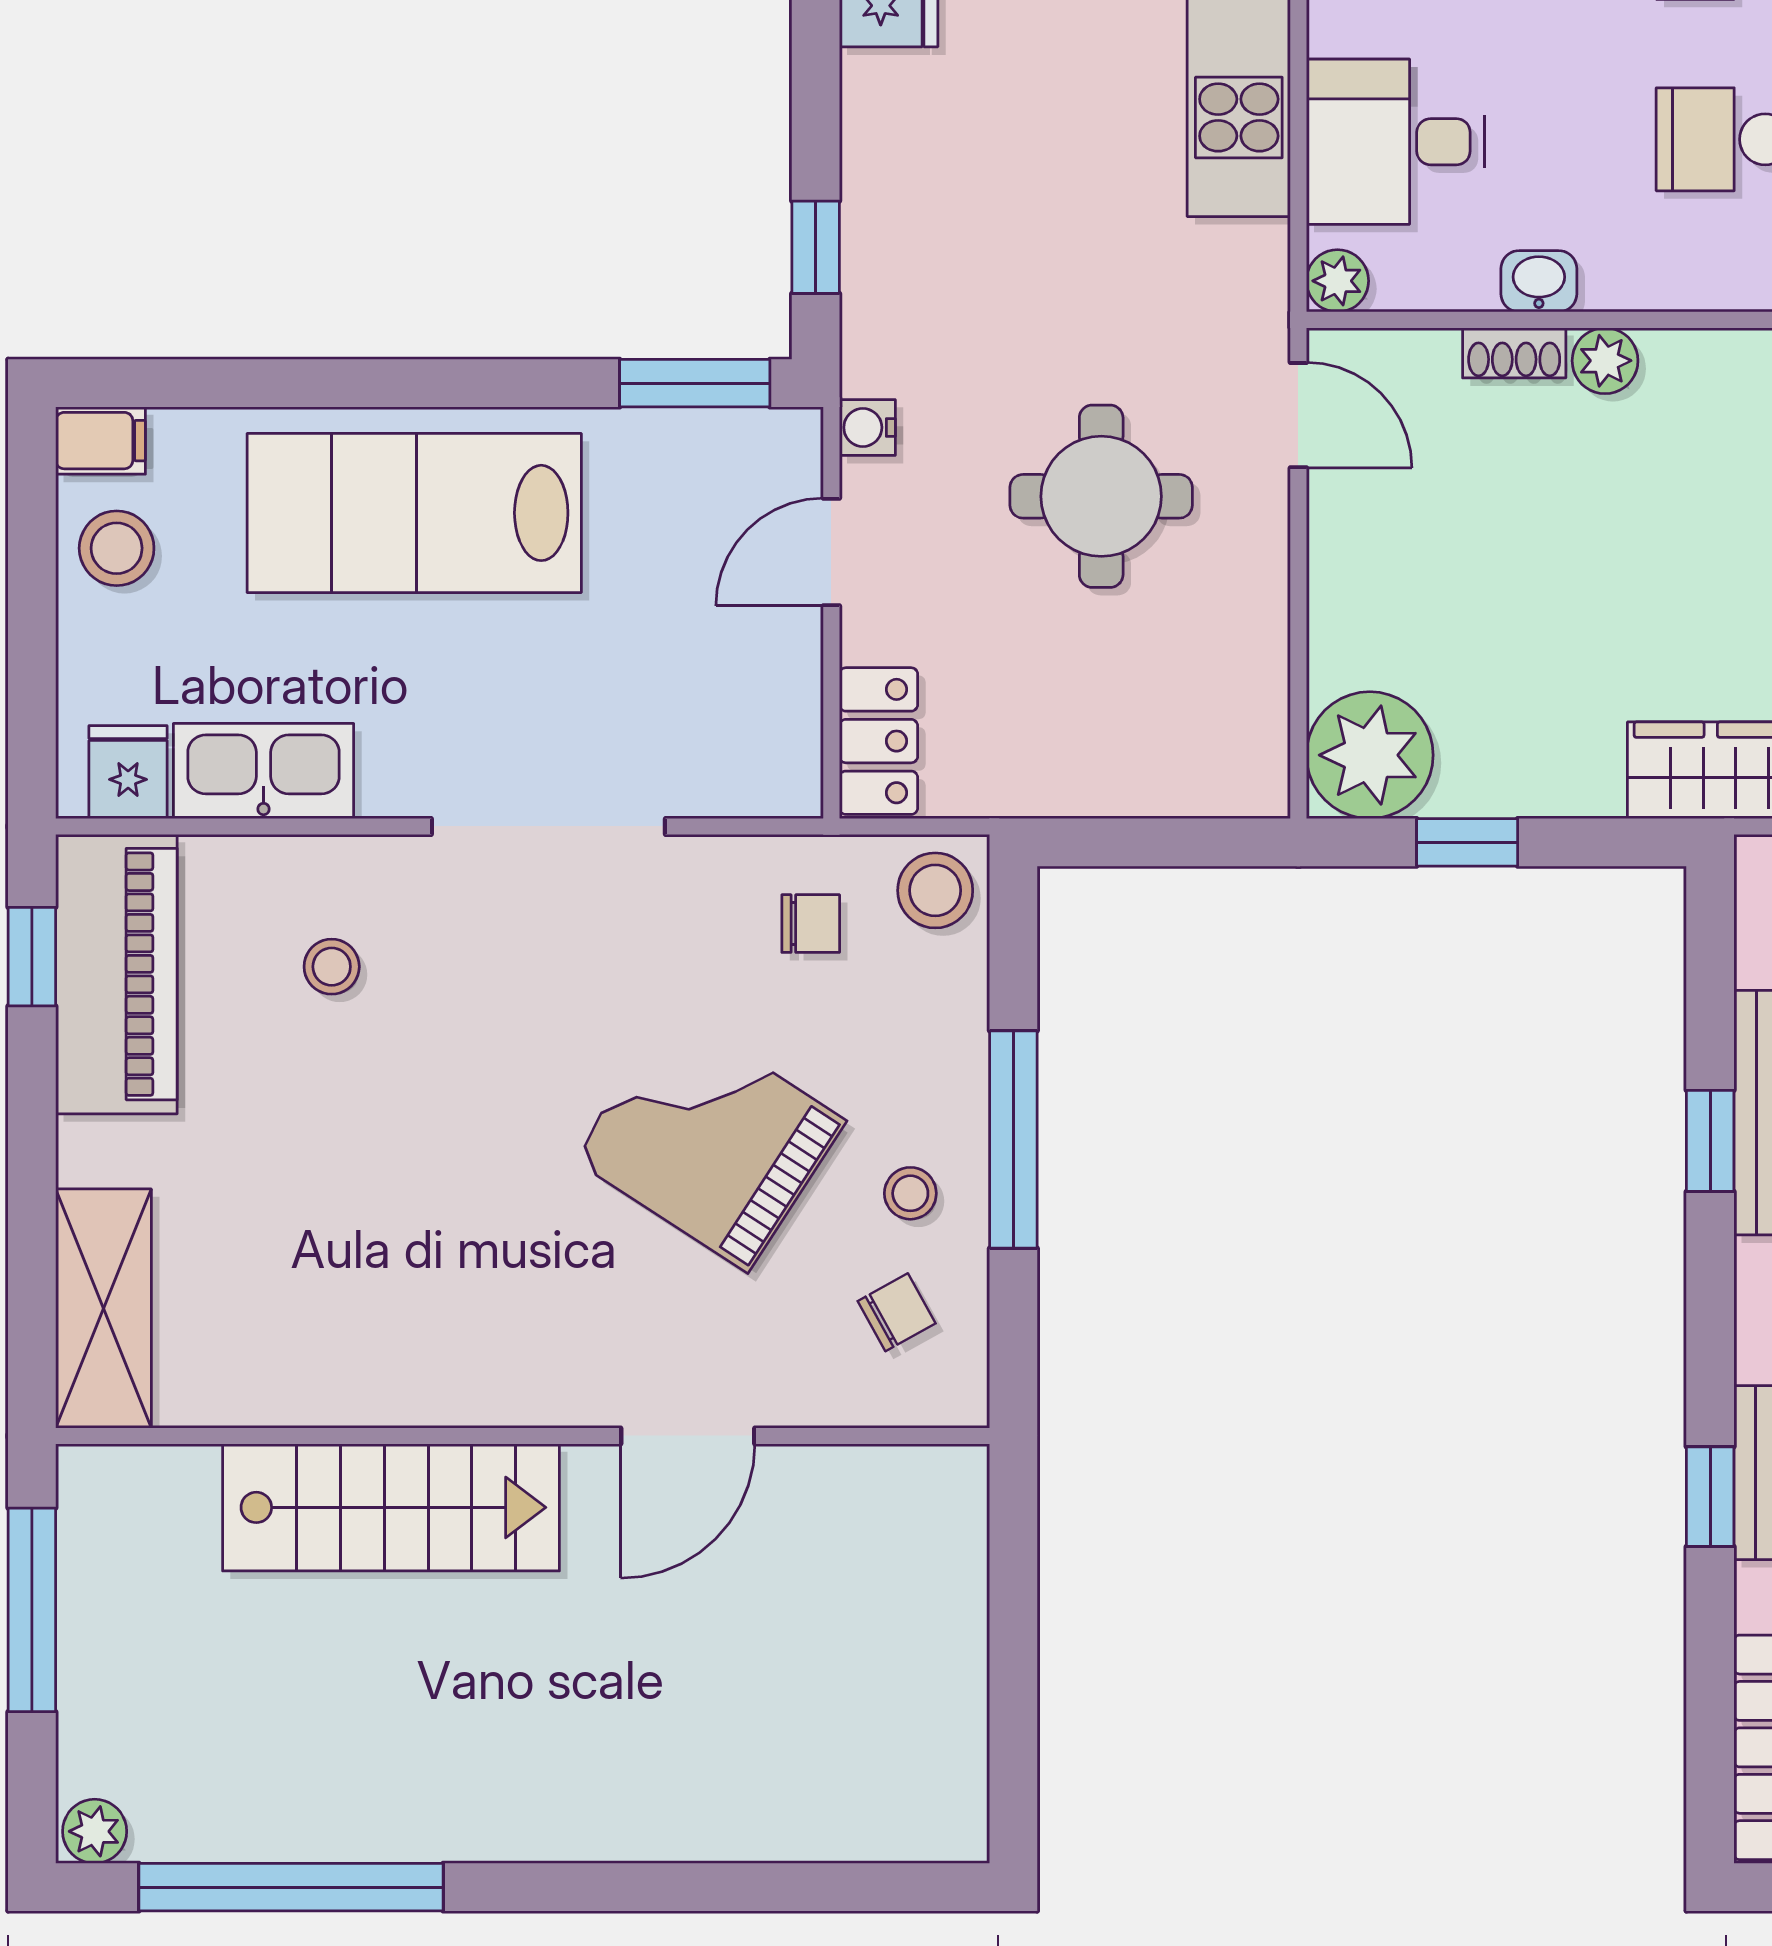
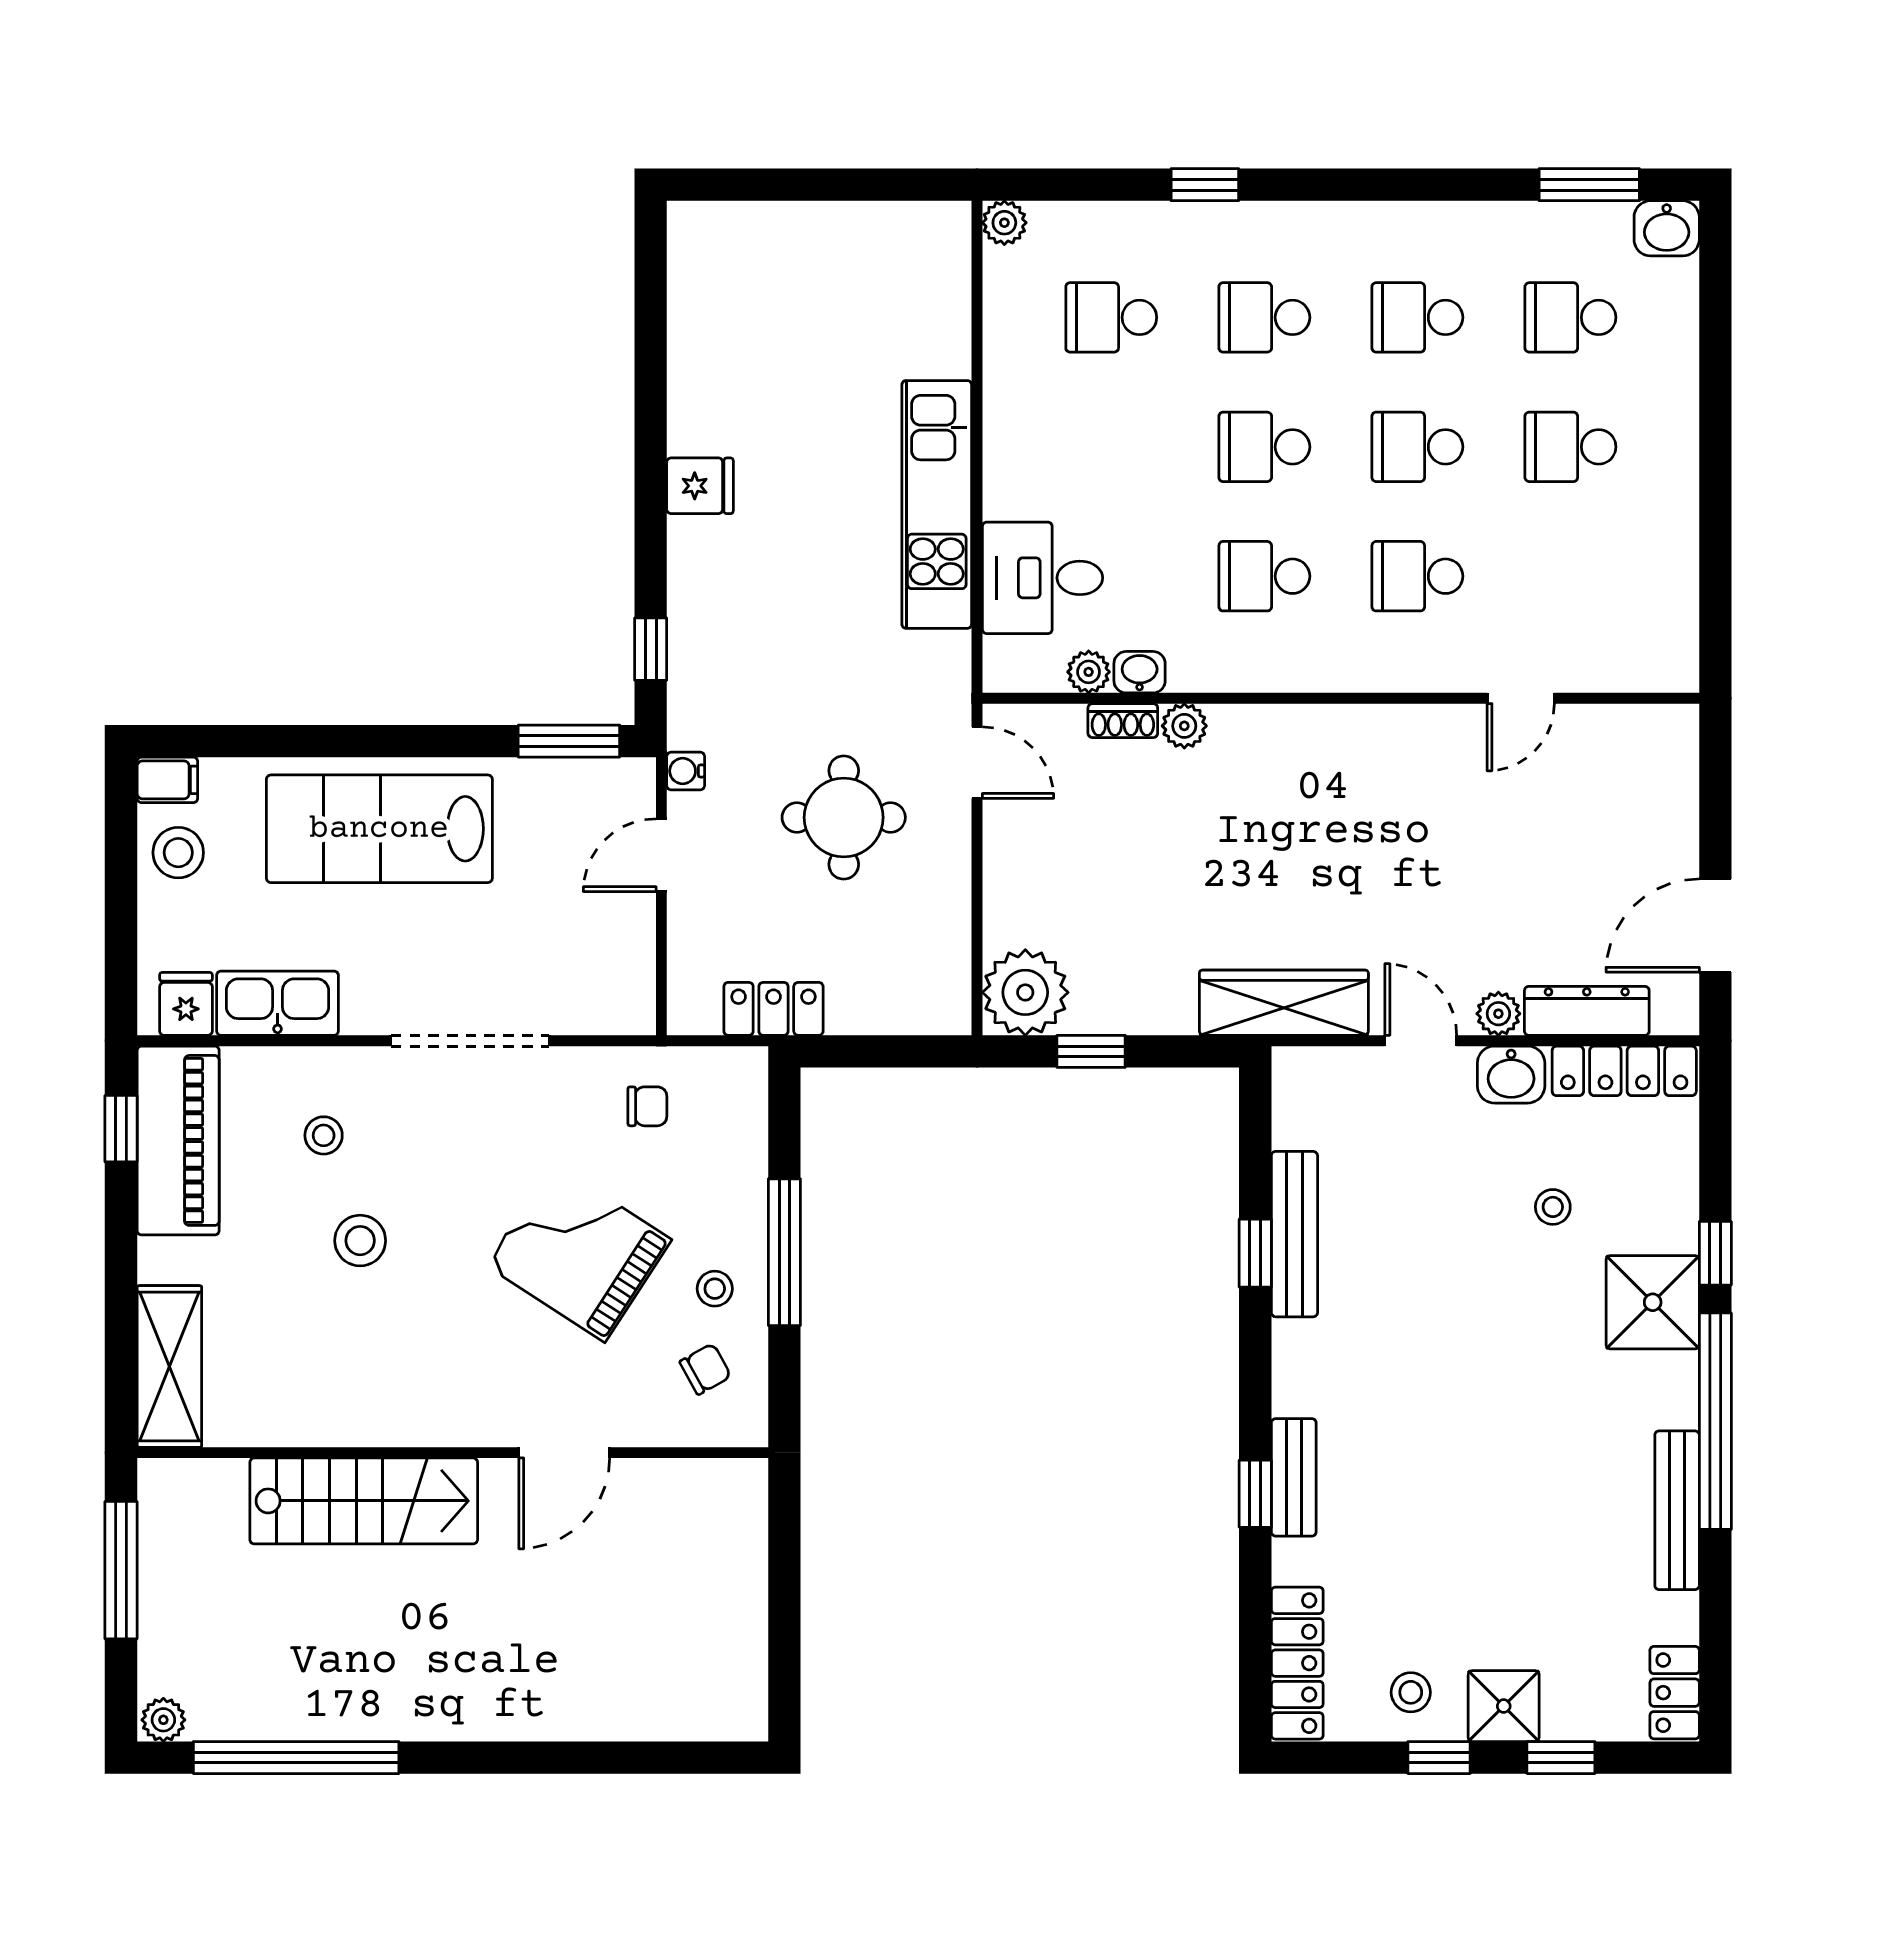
plant: (1337, 281) -> (1089, 672), moved
locker: (878, 741) -> (773, 1009), moved, turned -90
stool: (935, 890) -> (360, 1241), moved

